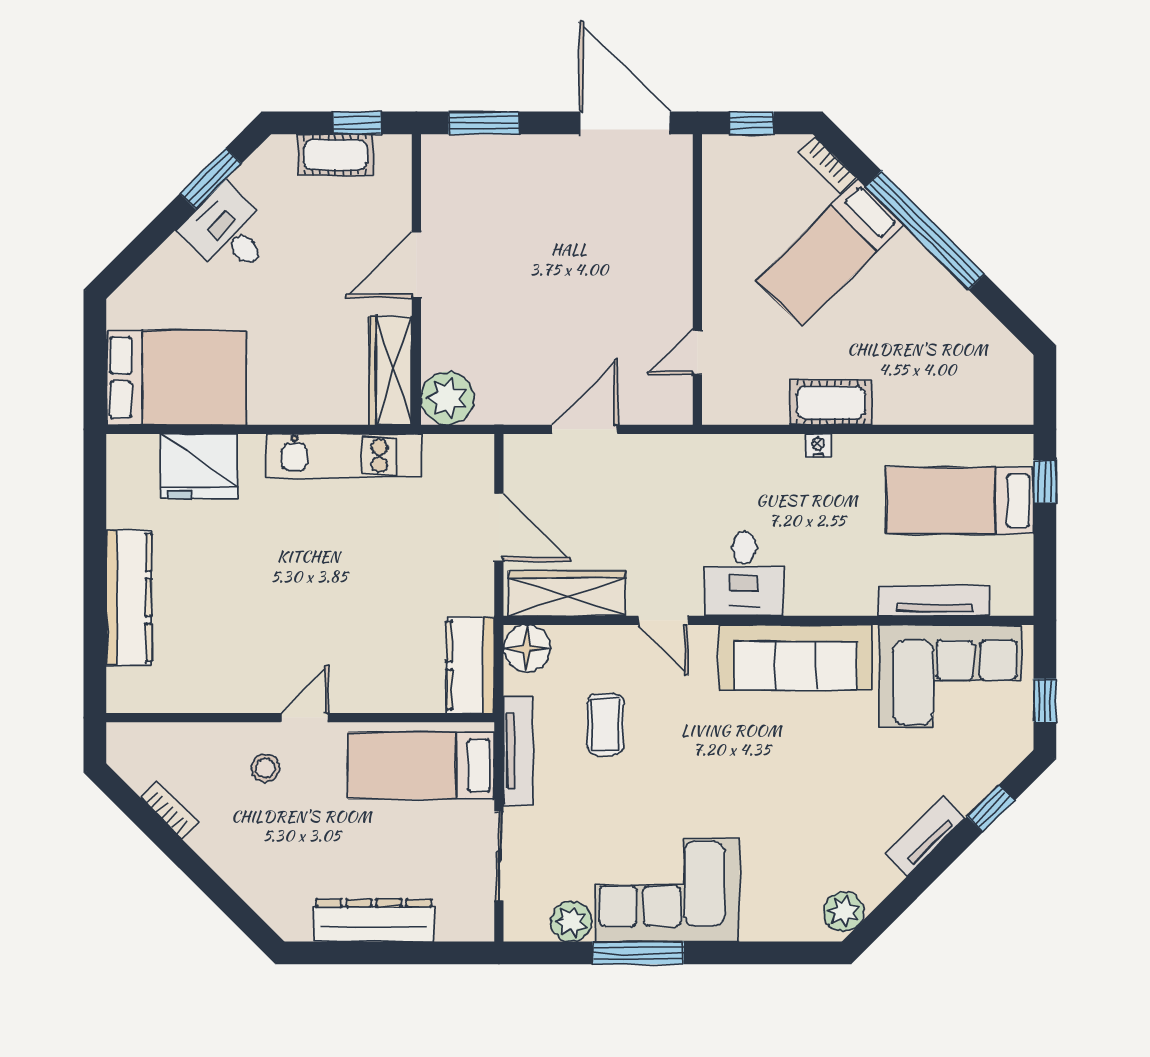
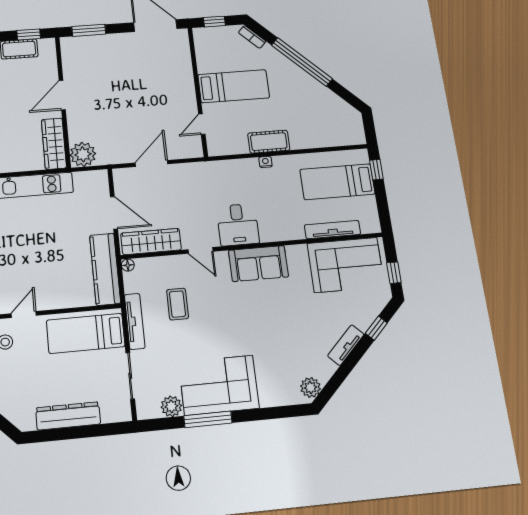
bed: (830, 253) -> (234, 86), moved, turned -135
floor lamp: (527, 648) -> (128, 265), width x0.53, depth x0.53
sofa: (796, 657) -> (258, 264), width x0.73
kitchen counter: (470, 665) -> (105, 269), width x1.50

